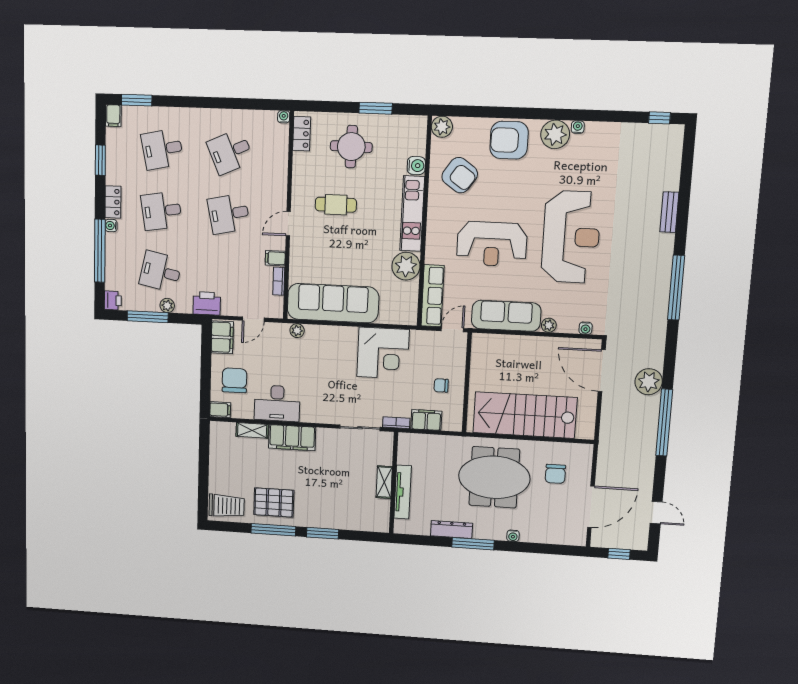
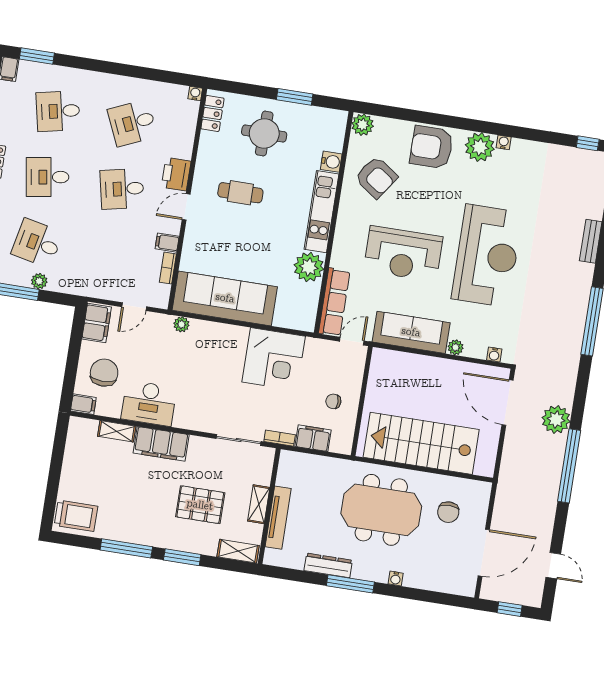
printer: (207, 303) -> (176, 174), moved, turned -90
pallet: (274, 502) -> (200, 505), moved
shelving: (371, 524) -> (238, 551), added

